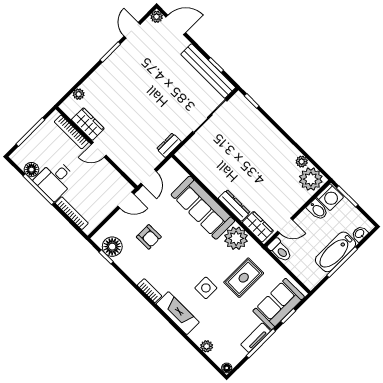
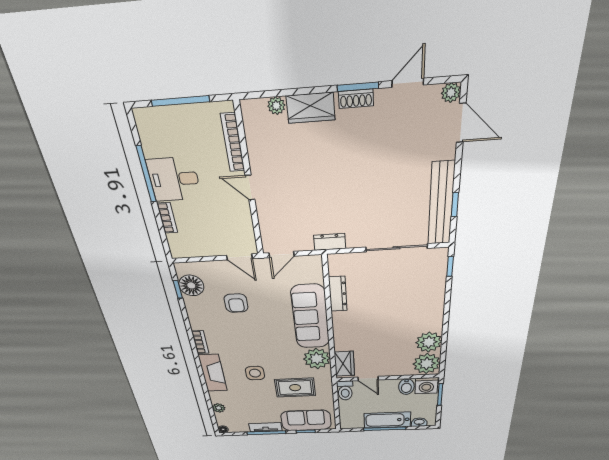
shoe rack: (114, 58) -> (356, 99), added
wardrobe: (88, 124) -> (311, 108), moved, turned 90
plant: (302, 162) -> (429, 342), width x1.88, depth x1.88
floor lamp: (31, 170) -> (152, 146), removed
dresser: (234, 205) -> (338, 294), moved
bookcase: (72, 213) -> (167, 218), width x0.64

